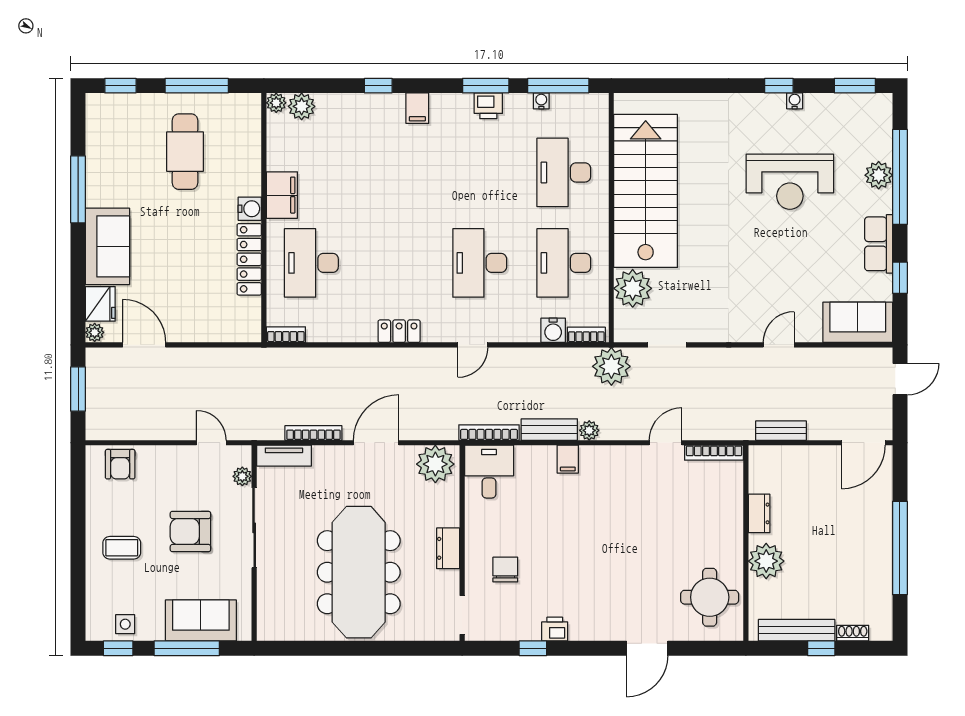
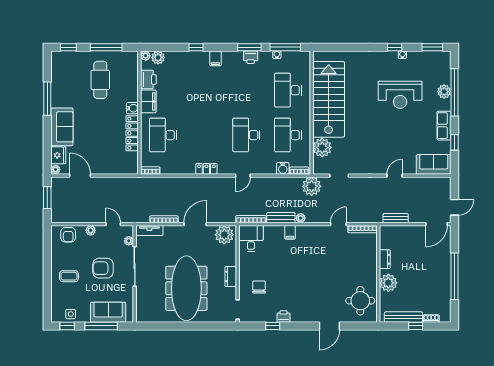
printer: (282, 151) -> (148, 79), added
door: (900, 379) -> (455, 207), moved
plant: (165, 455) -> (91, 230), added

